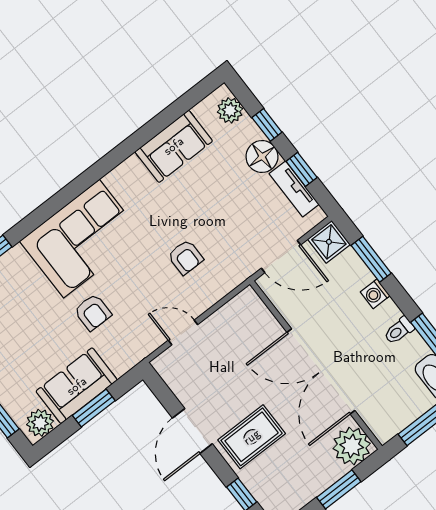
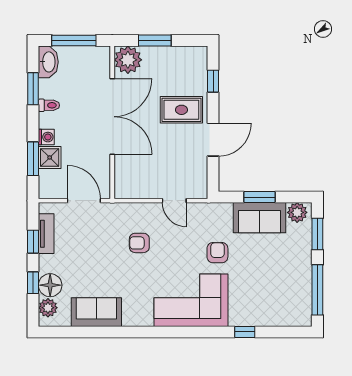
floor lamp: (262, 157) -> (50, 285), moved
shower: (329, 242) -> (50, 157), moved
armchair: (185, 257) -> (139, 243), turned -90

